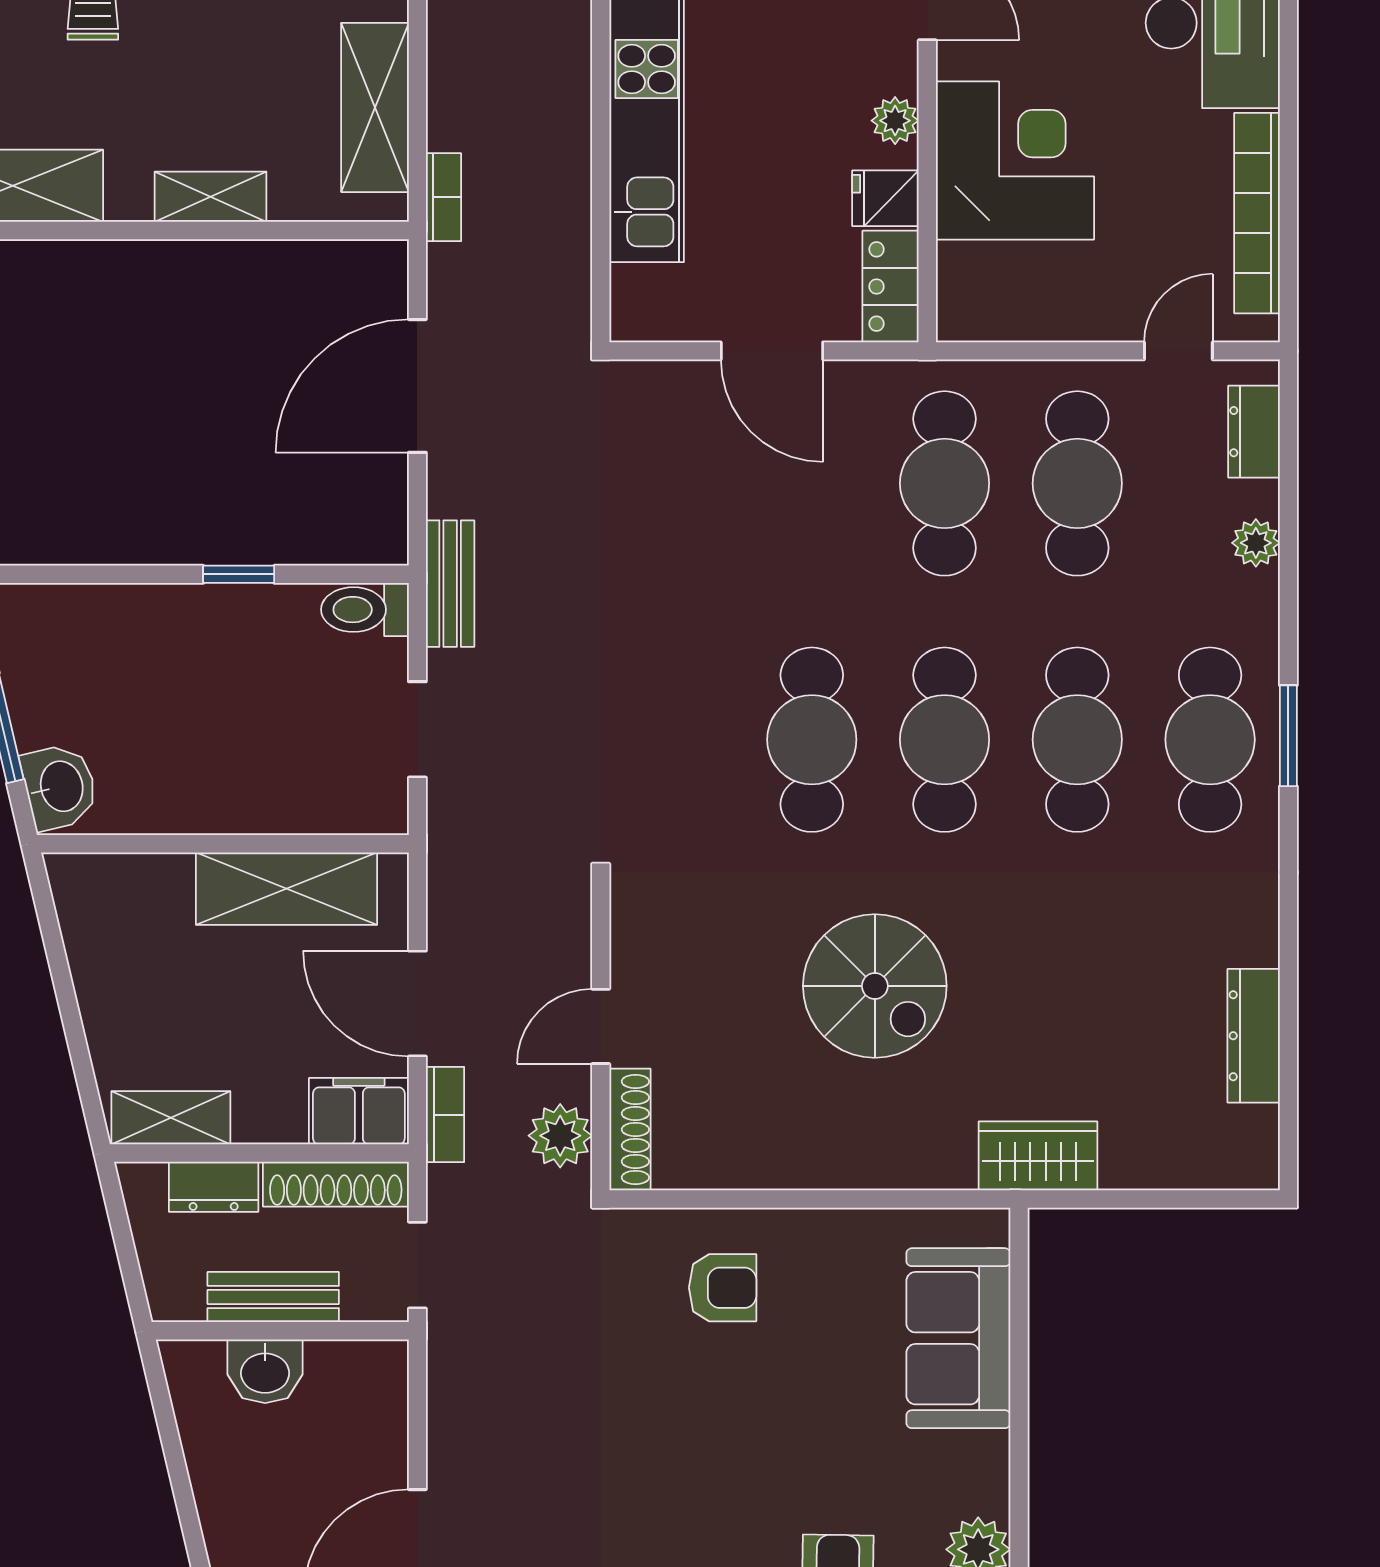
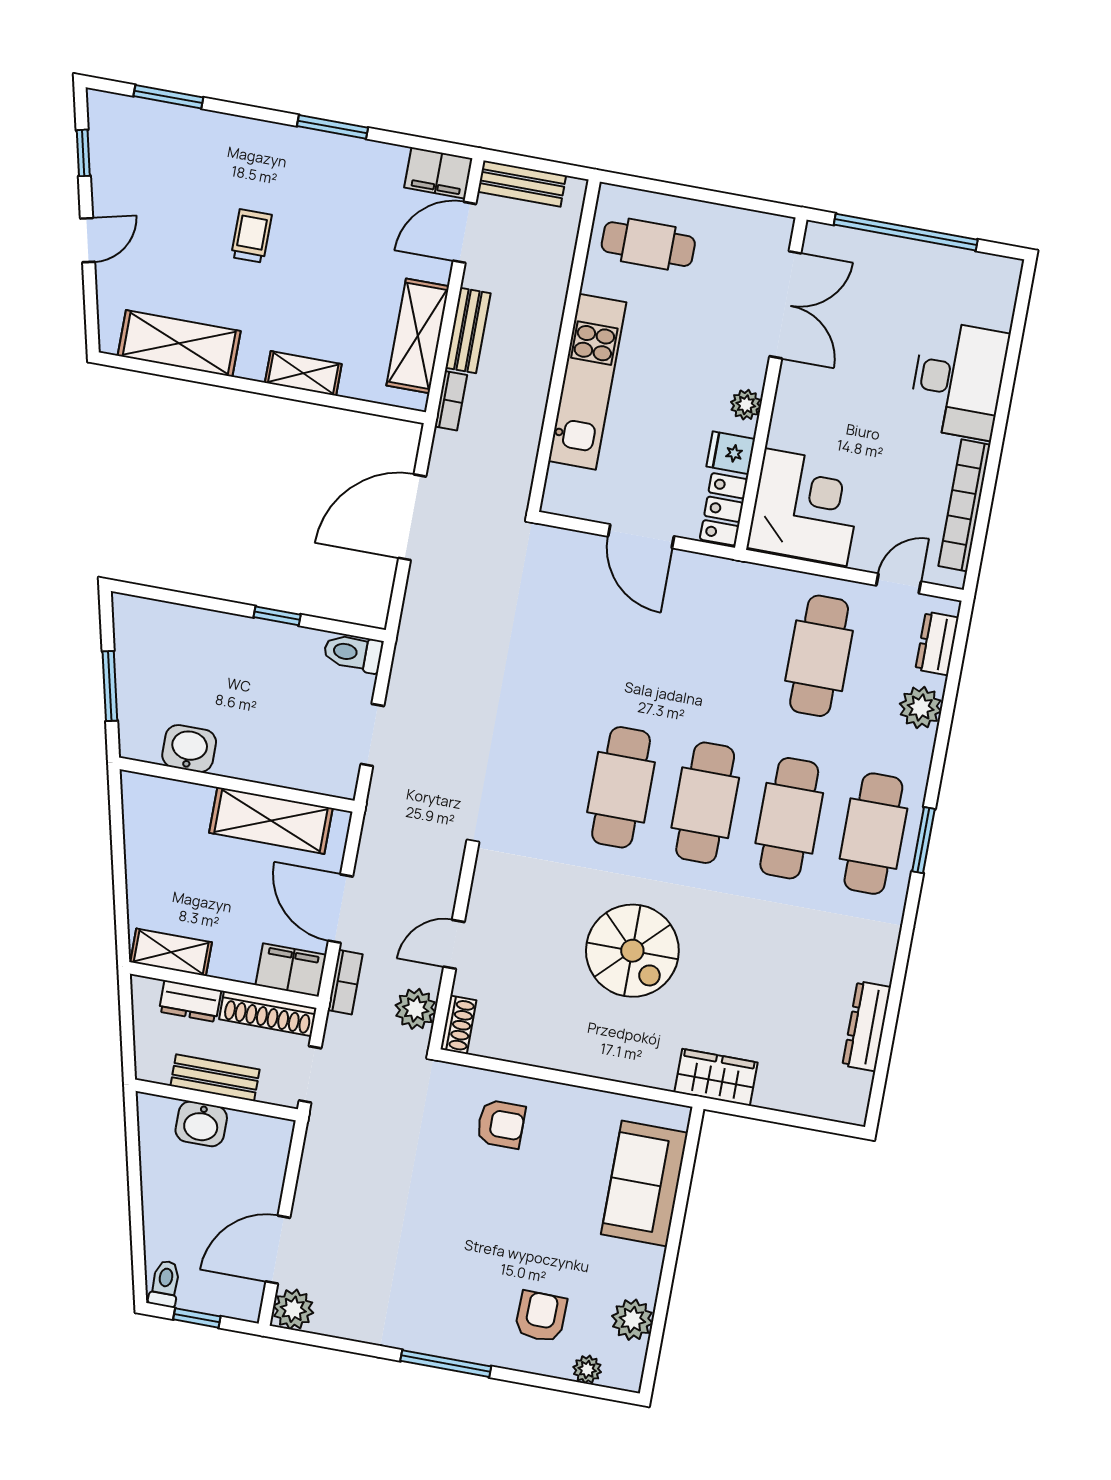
corner desk: (1015, 160) -> (806, 507), moved
cafe table: (945, 483) -> (735, 640), removed
plant: (1256, 543) -> (921, 707), width x1.38, depth x1.38
bench: (450, 584) -> (468, 331), moved
washbasin: (60, 787) -> (189, 749), moved, turned -77
shoe rack: (630, 1129) -> (458, 1025), width x0.70

